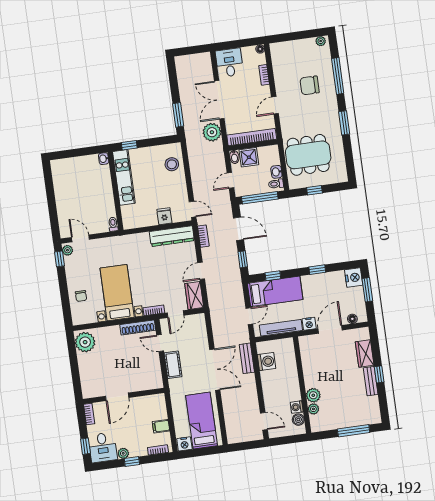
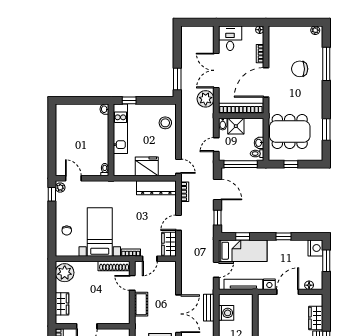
door: (275, 105) -> (266, 82), width x1.87
window: (344, 123) -> (326, 130), moved
fridge: (164, 216) -> (147, 166), width x1.88, depth x1.34
wardrobe: (87, 376) -> (62, 304), added

